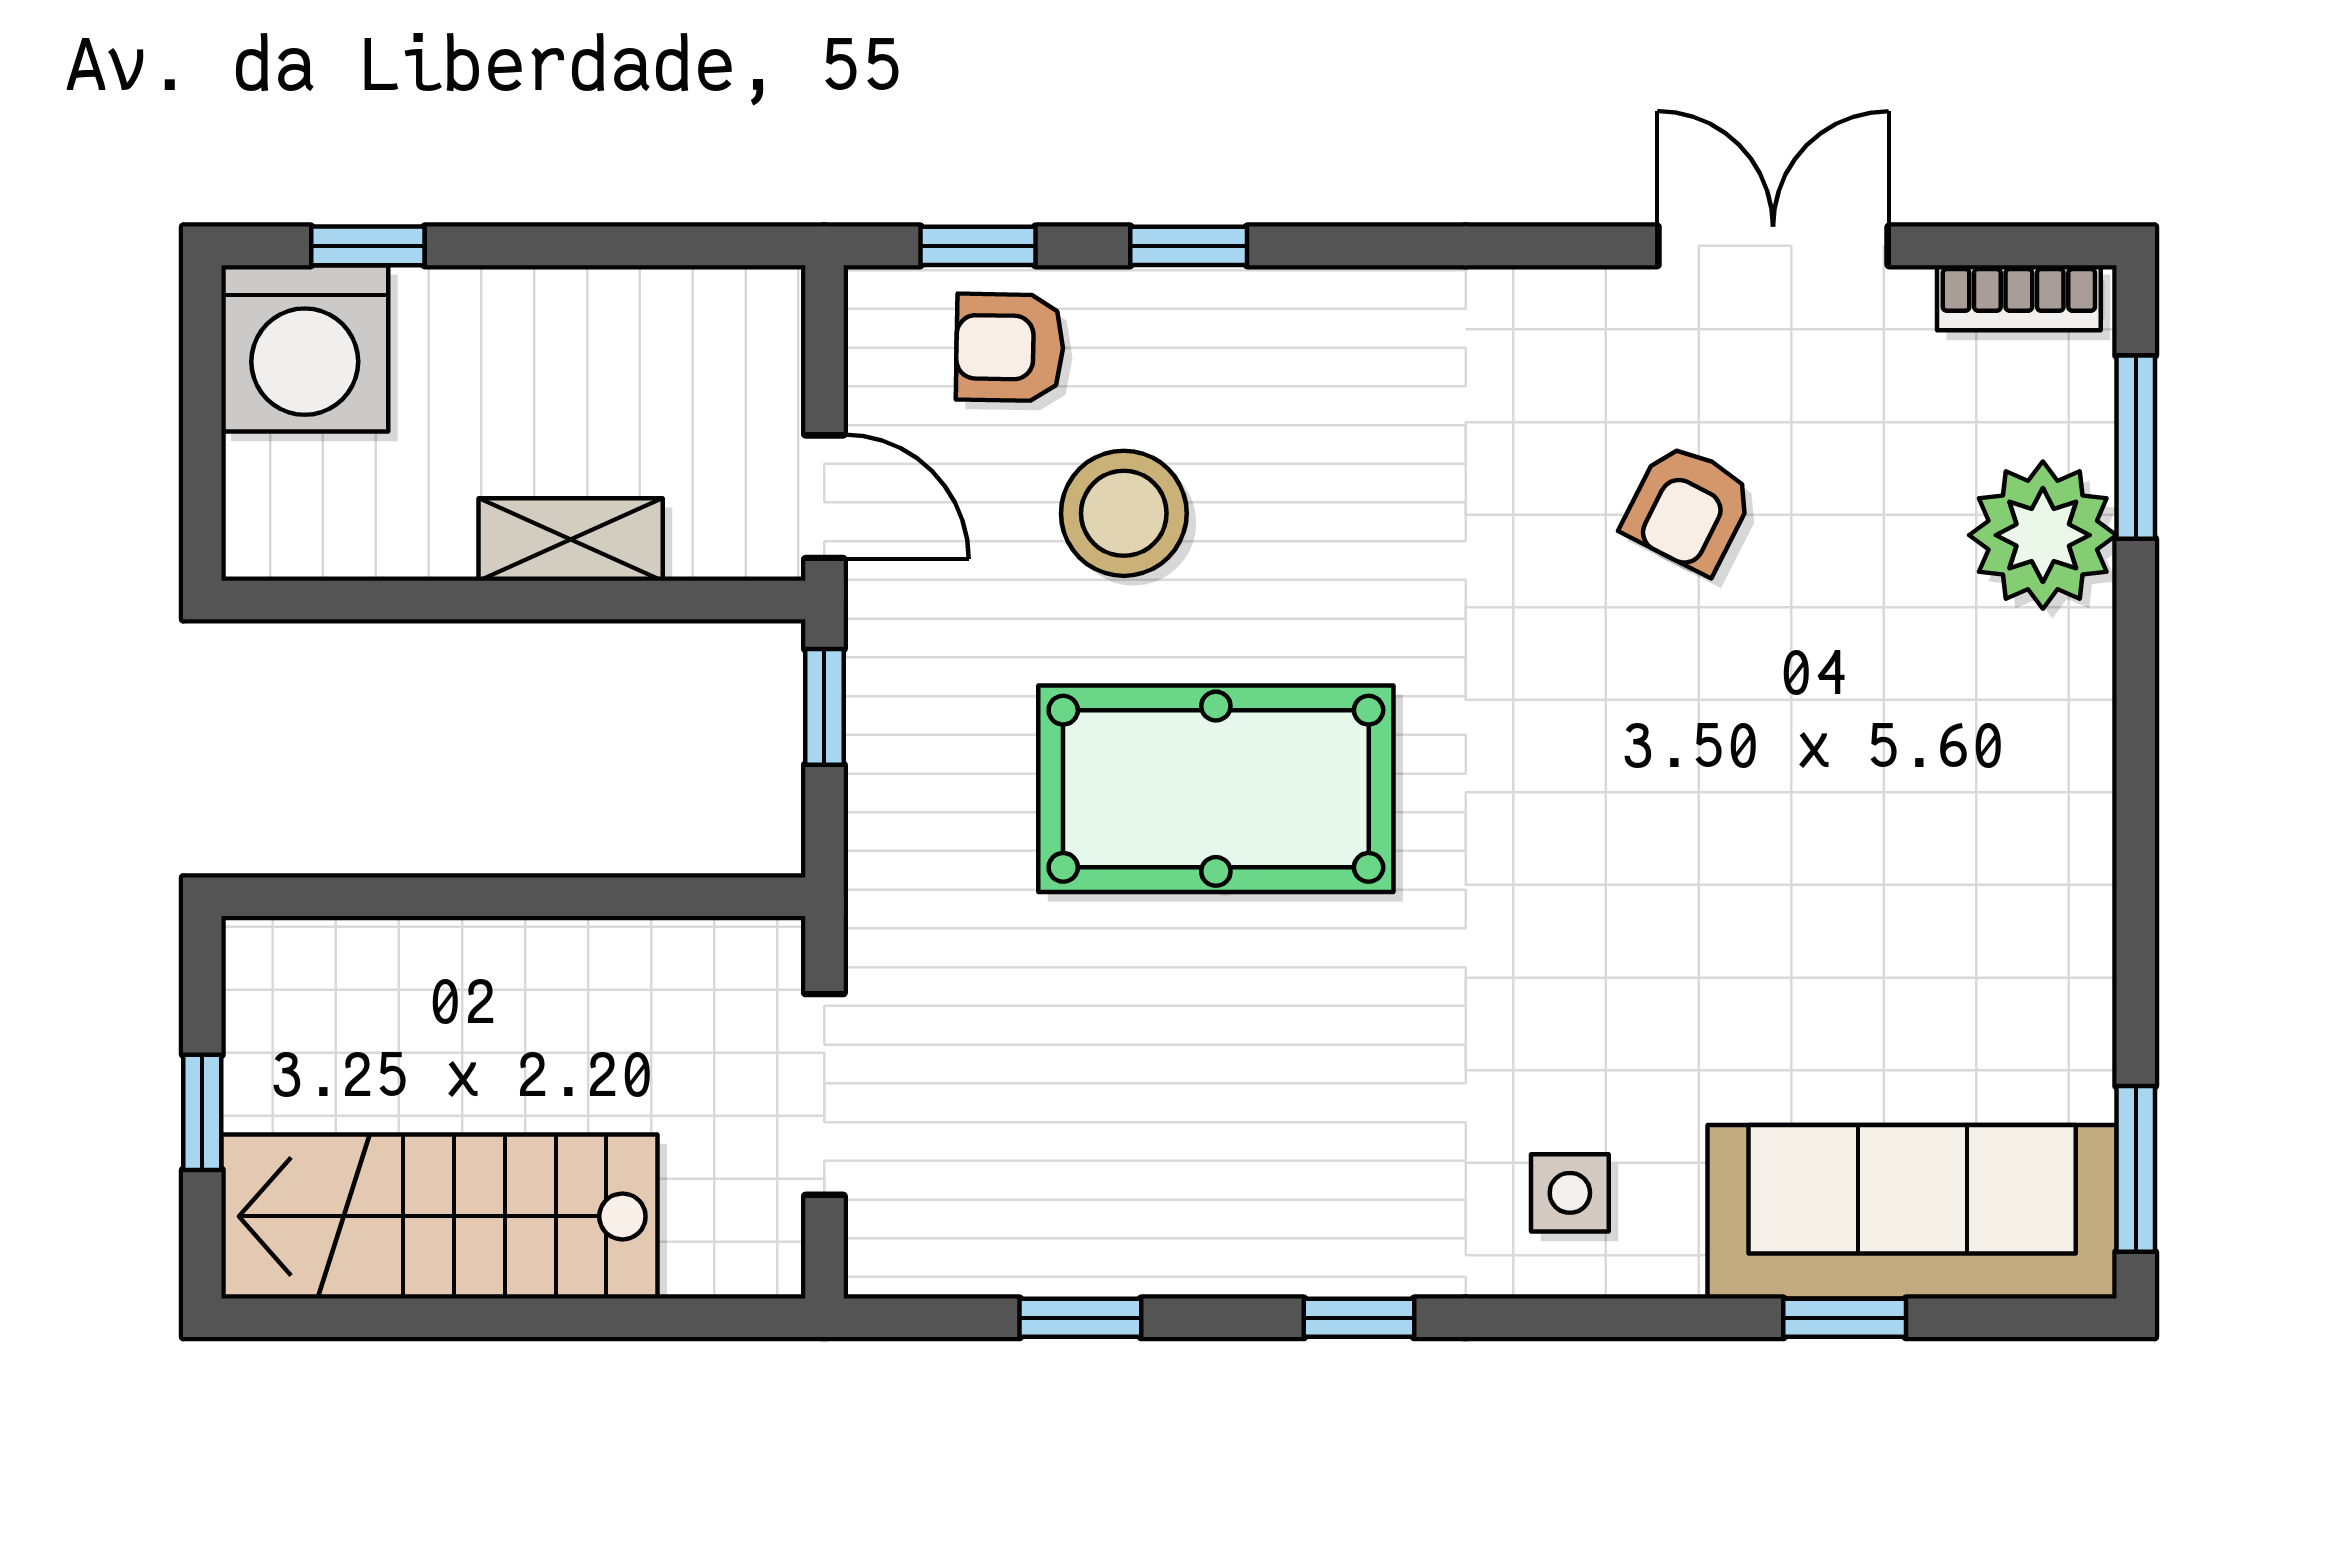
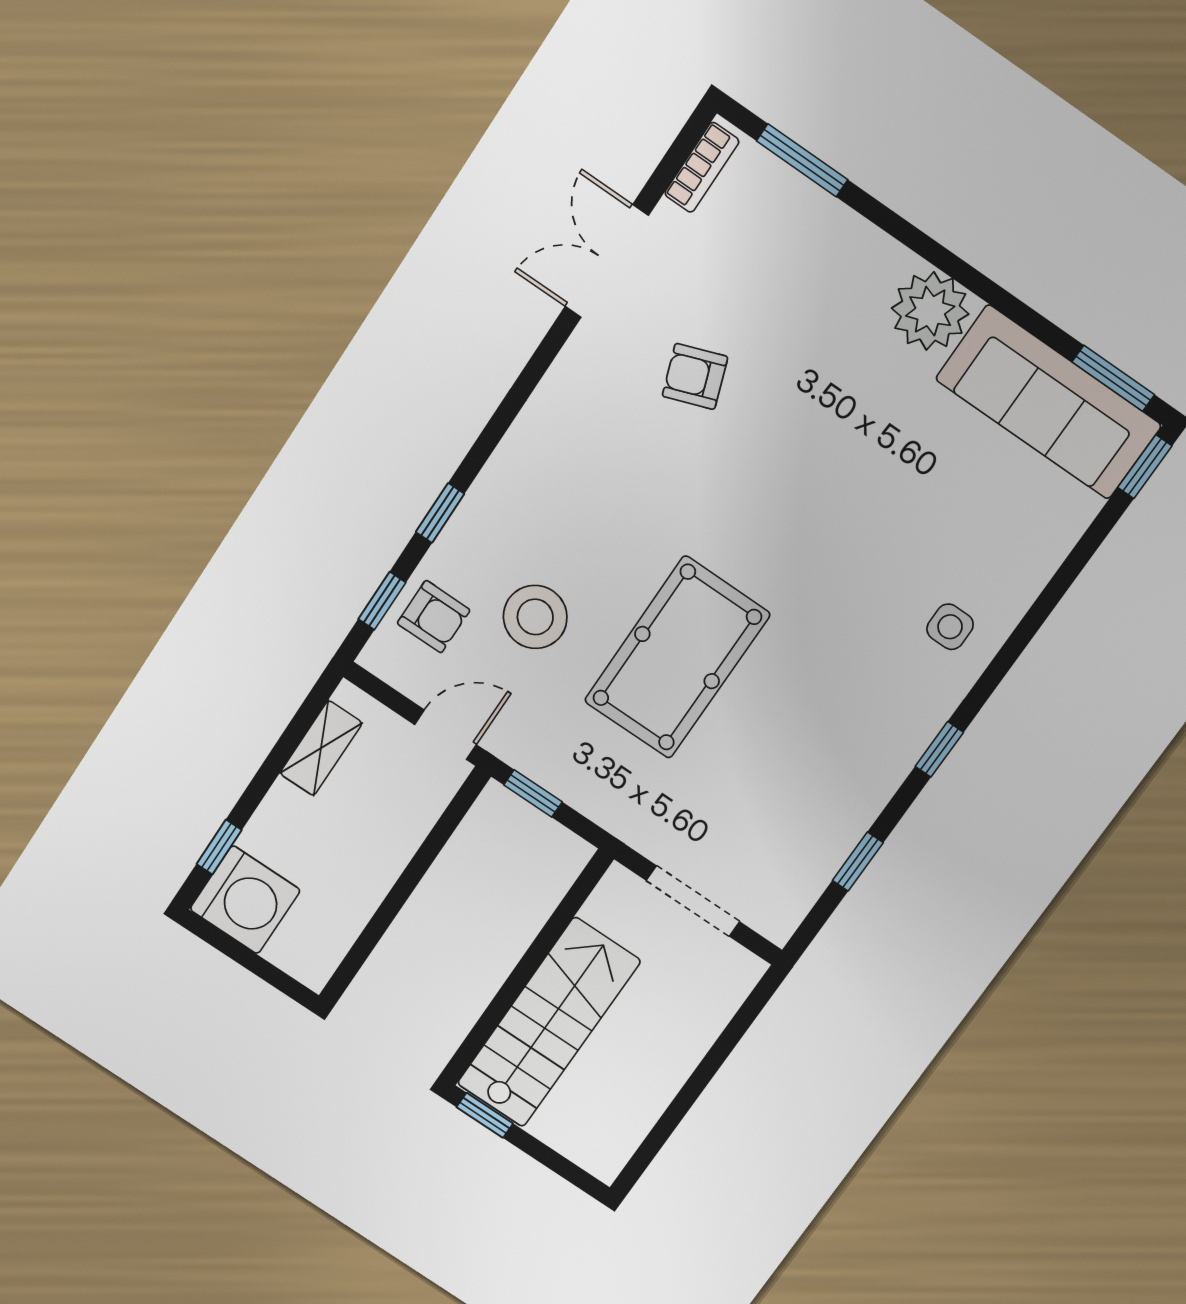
armchair: (1010, 347) -> (434, 617), turned -91
armchair: (1688, 508) -> (695, 376), turned 133
plant: (2043, 535) -> (930, 311), moved
shelving: (571, 540) -> (321, 748), moved
window: (202, 1112) -> (485, 1115), moved
sofa: (1912, 1212) -> (1048, 402), moved, turned -90
stairs: (439, 1216) -> (549, 1023), moved, turned 180
window: (1845, 1318) -> (1145, 467), moved

